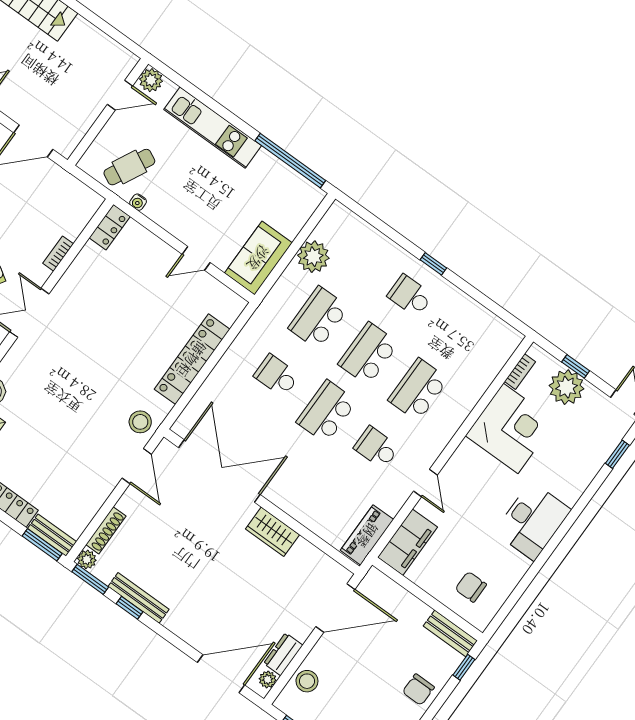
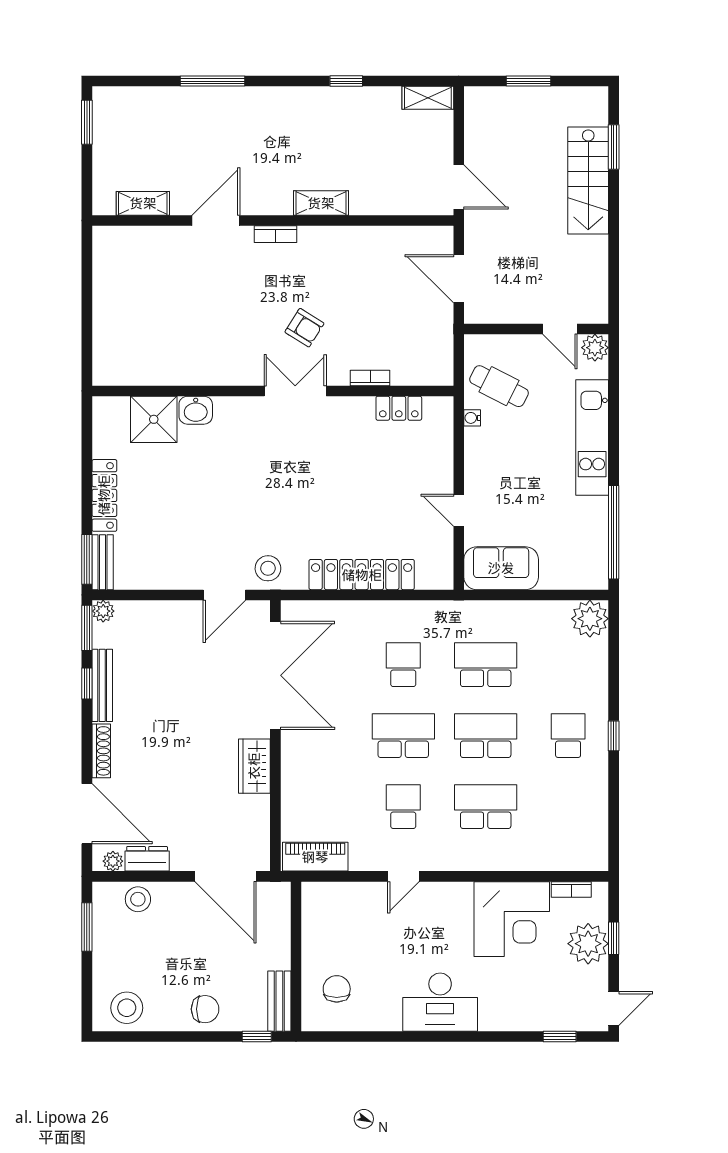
locker: (110, 227) -> (399, 408), moved
plant: (313, 257) -> (590, 619), moved
shoe rack: (106, 530) -> (101, 751), moved, turned -90
filing cabinet: (407, 542) -> (336, 899), removed
chair: (418, 690) -> (205, 1009), turned 180

